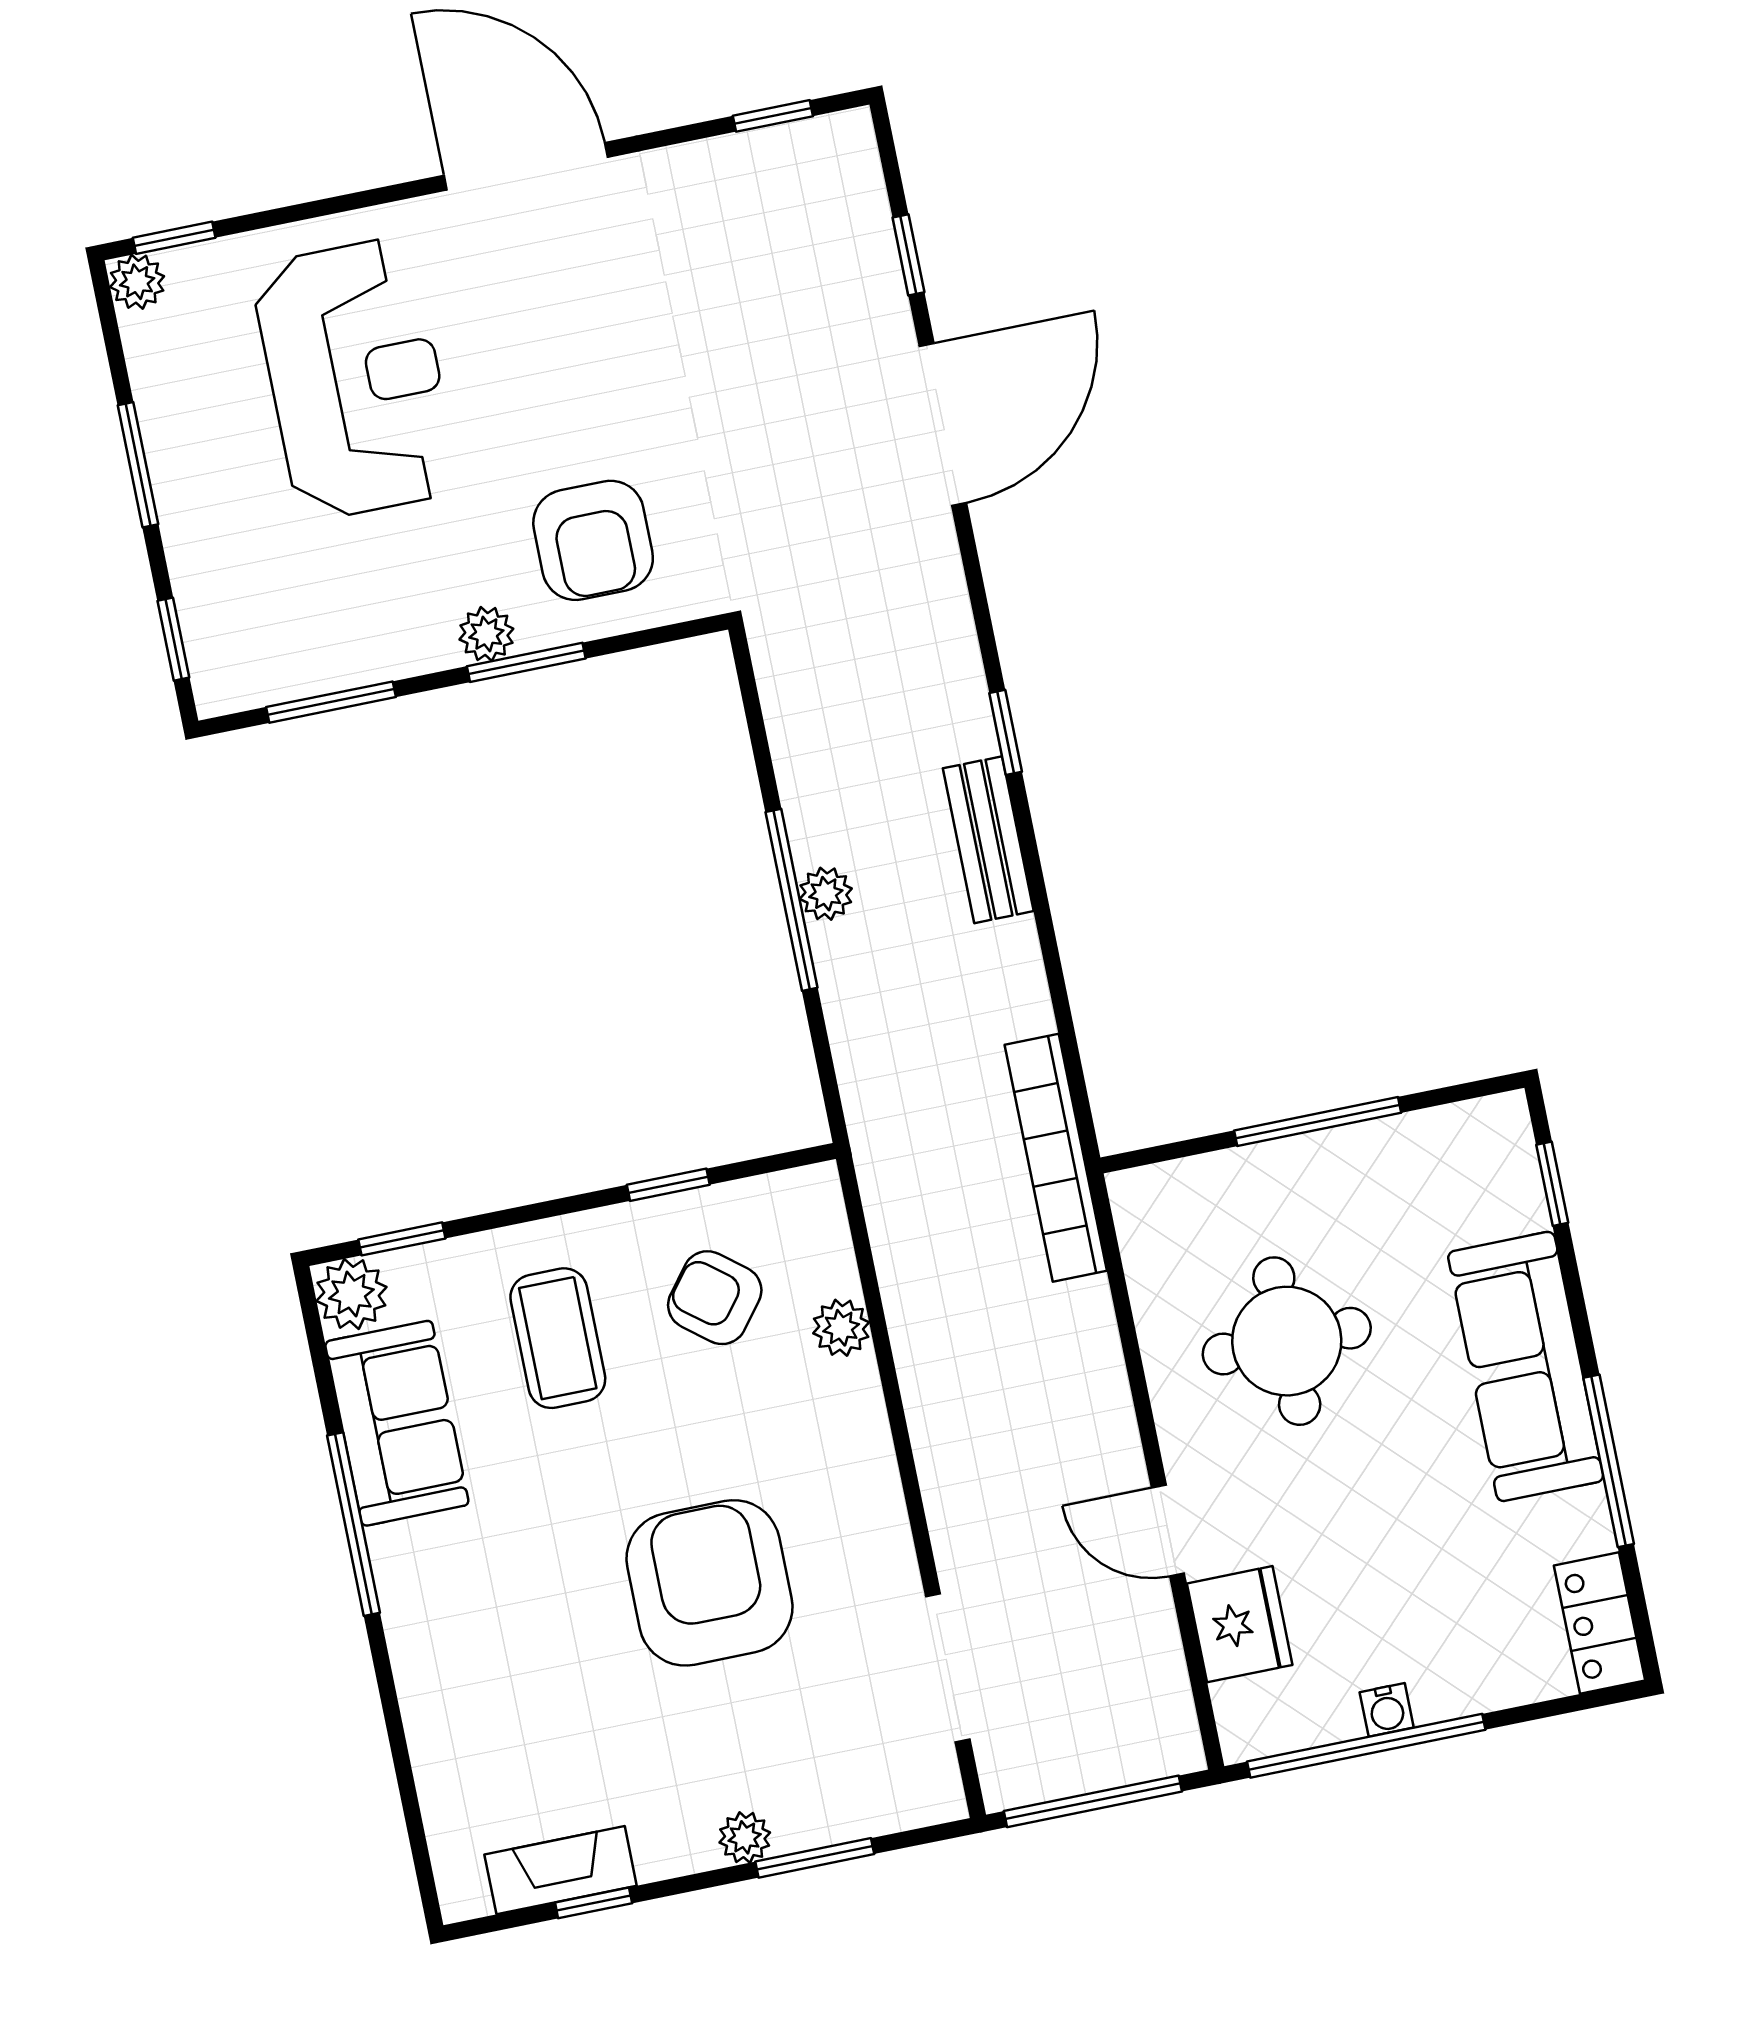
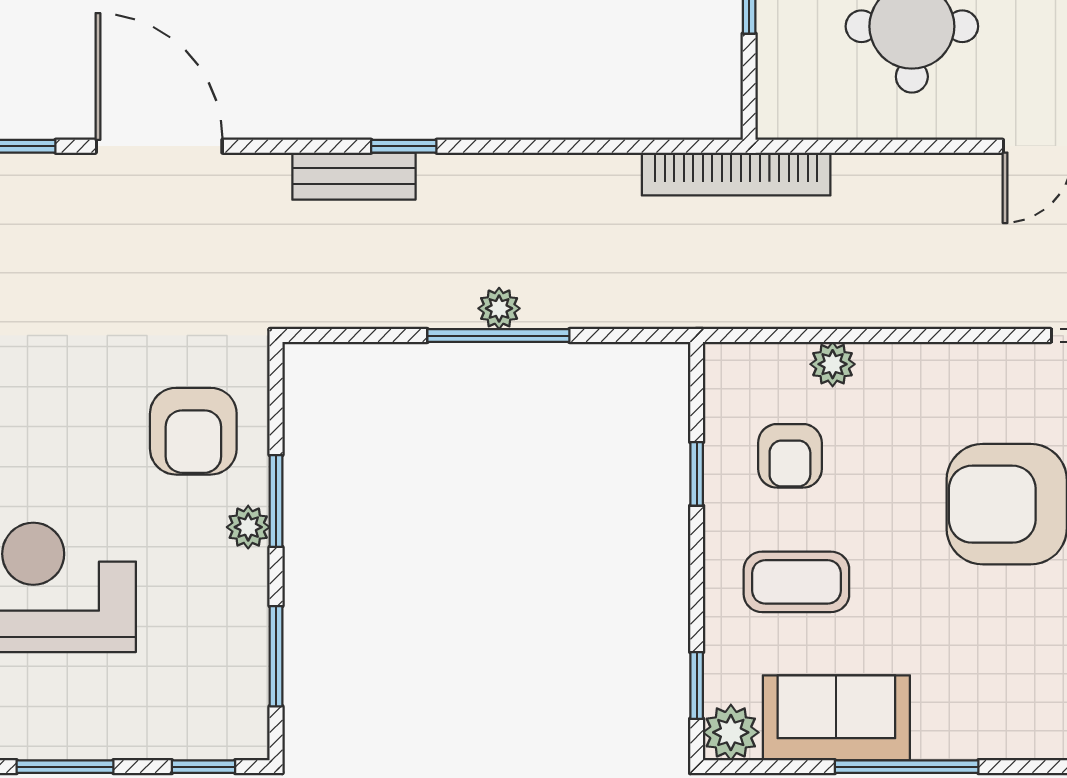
armchair: (593, 540) -> (193, 431), turned 90
bench: (988, 840) -> (354, 176), moved
armchair: (715, 1298) -> (790, 456), turned -38

